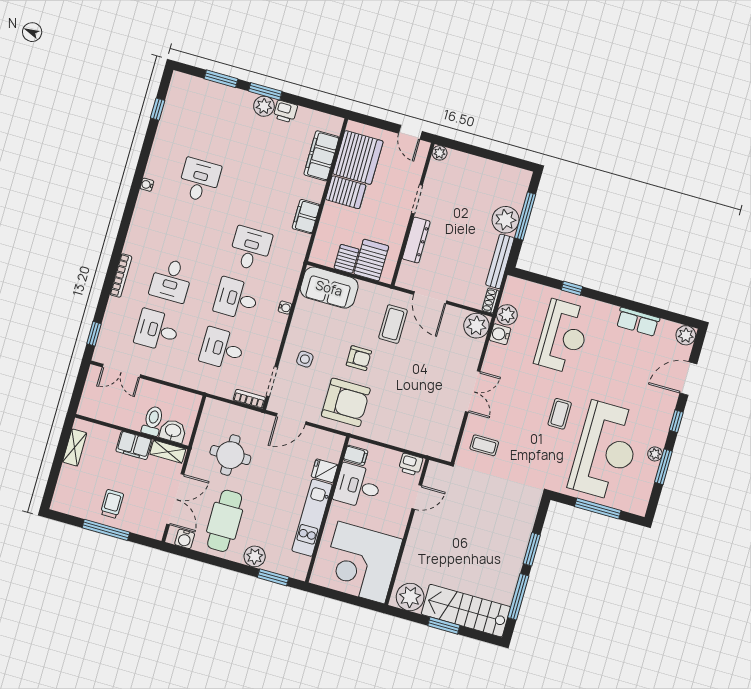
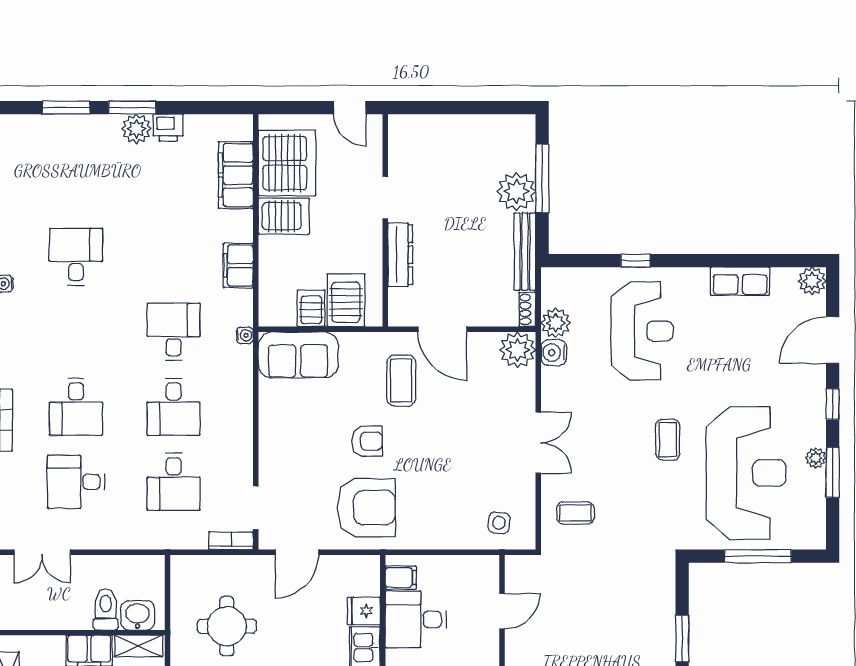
plant: (440, 153) -> (399, 125), removed
desk: (236, 299) -> (174, 407), turned -90
water cooler: (285, 308) -> (245, 335), moved
desk: (222, 349) -> (174, 482), turned -90
side table: (305, 359) -> (499, 523), moved
printer: (411, 464) -> (481, 568), removed

